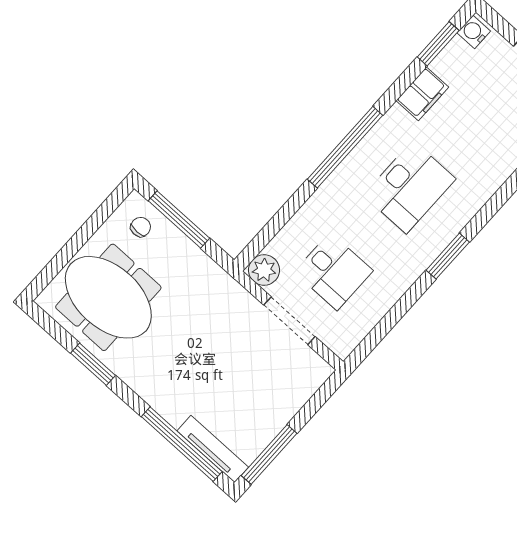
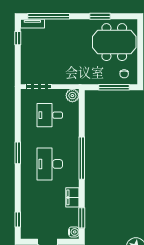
doorway: (289, 321) -> (39, 87), moved
tv unit: (213, 449) -> (32, 24), width x0.71
window: (269, 454) -> (18, 38), width x0.46

